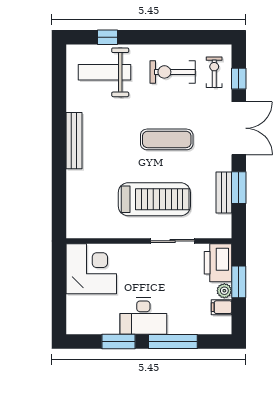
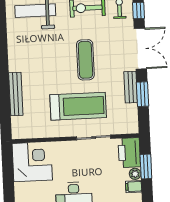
exercise mat: (167, 139) -> (85, 60), turned 90
bench: (74, 141) -> (16, 94), moved
bench: (224, 192) -> (131, 87), moved

